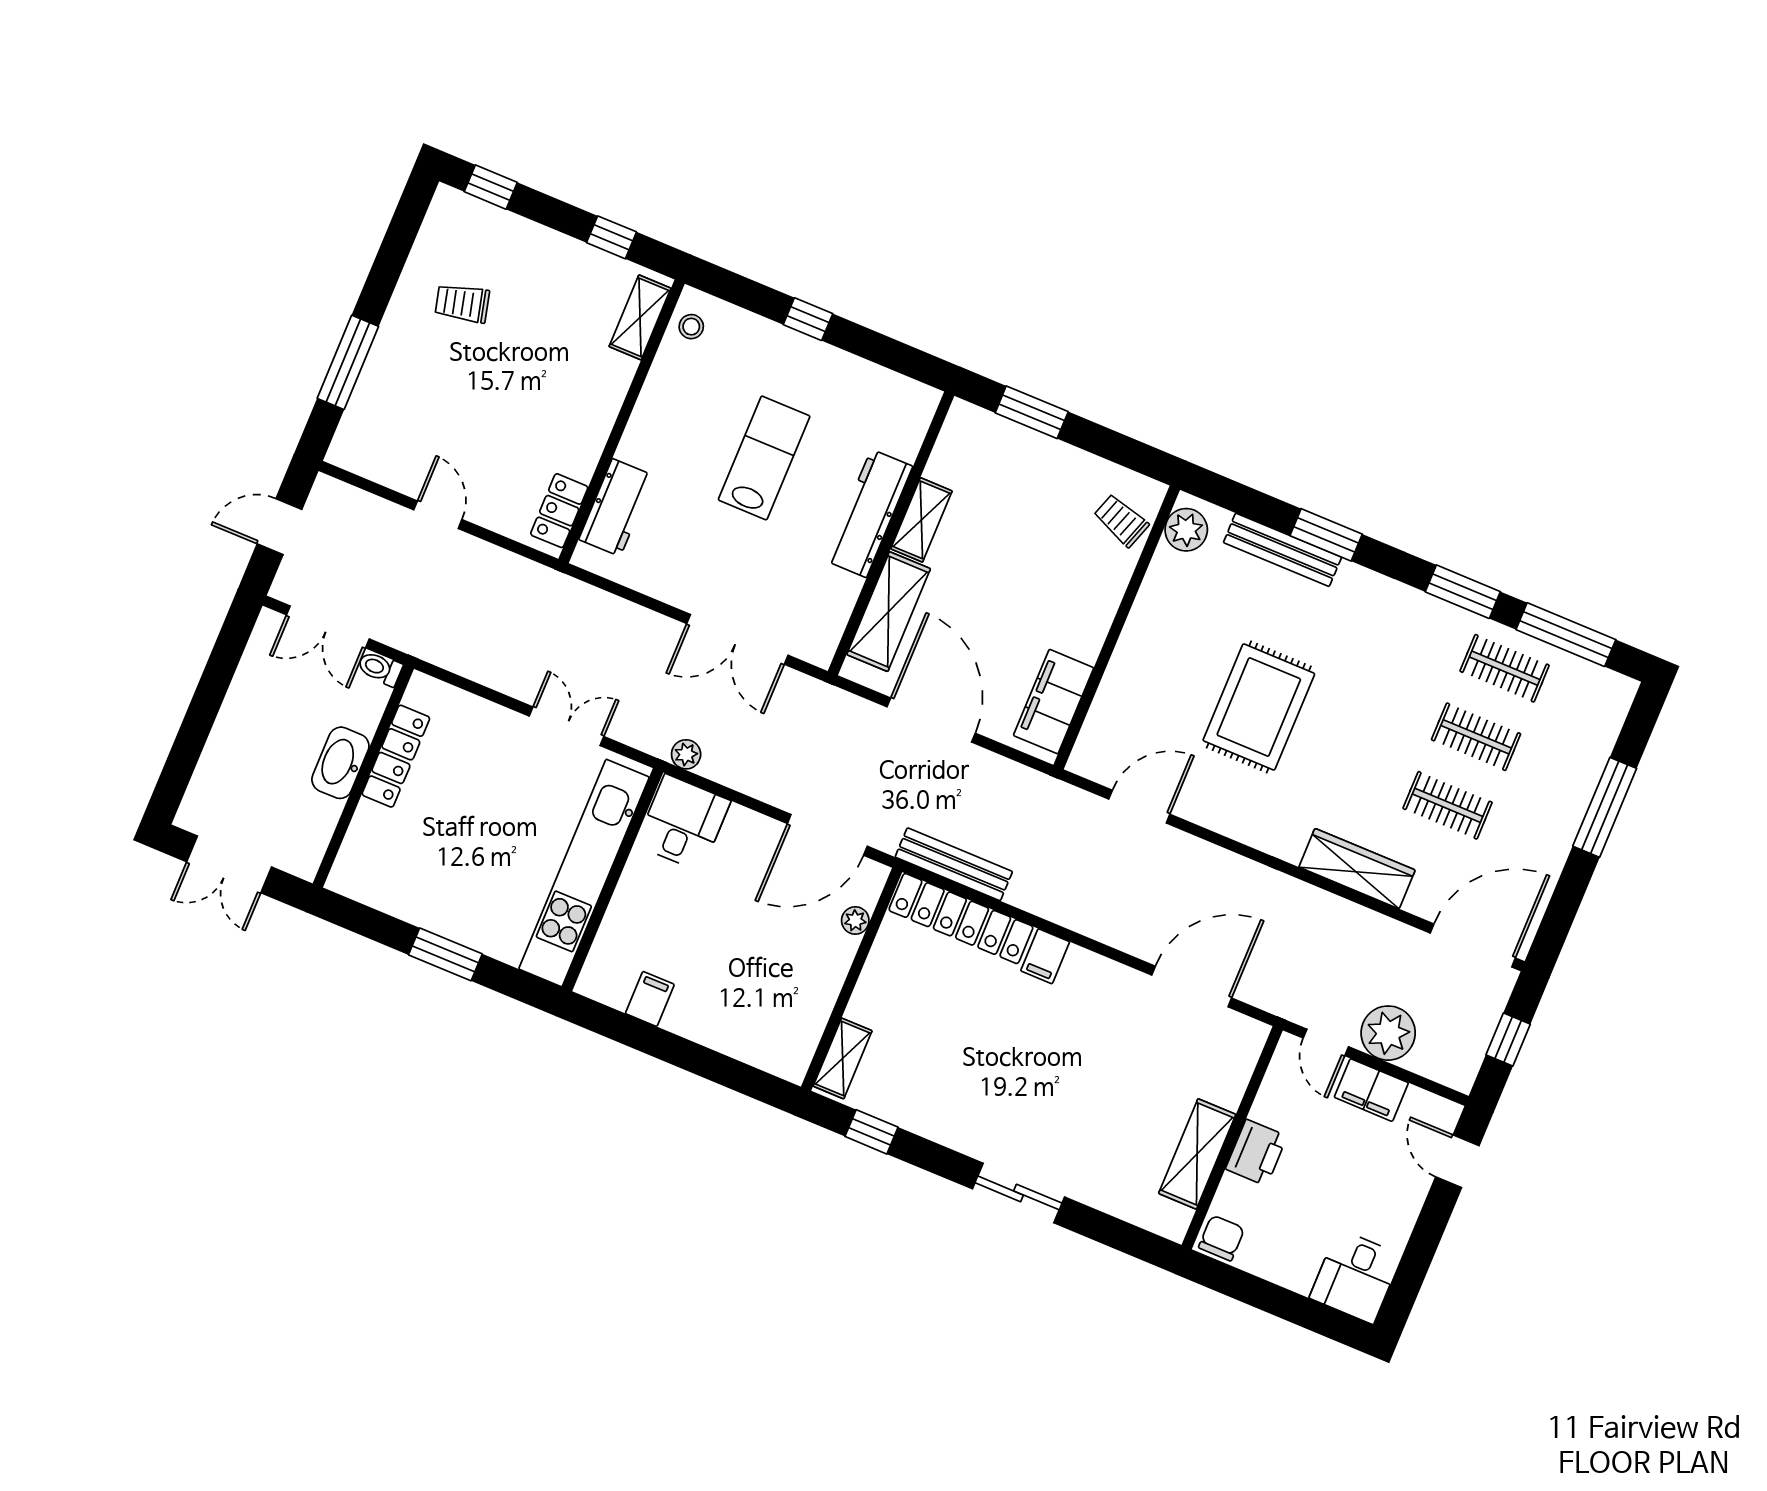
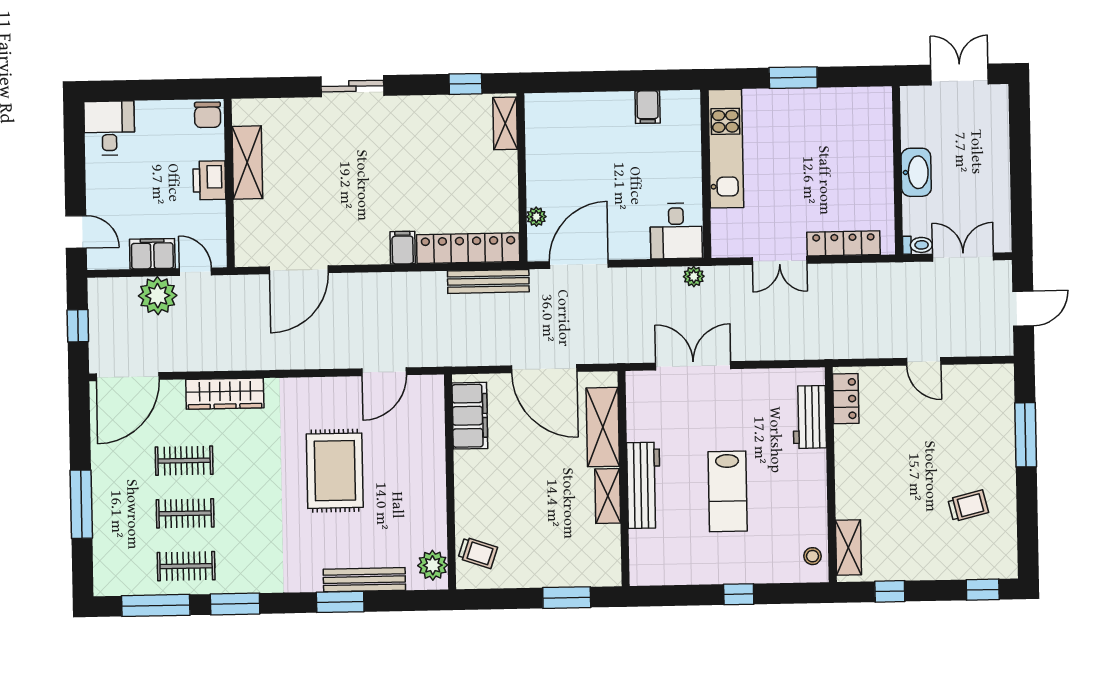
locker: (396, 756) -> (844, 243), moved, turned 90
kitchen unit: (584, 873) -> (726, 149), width x0.73

